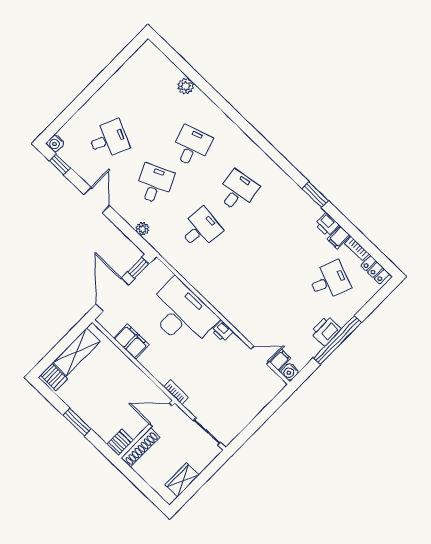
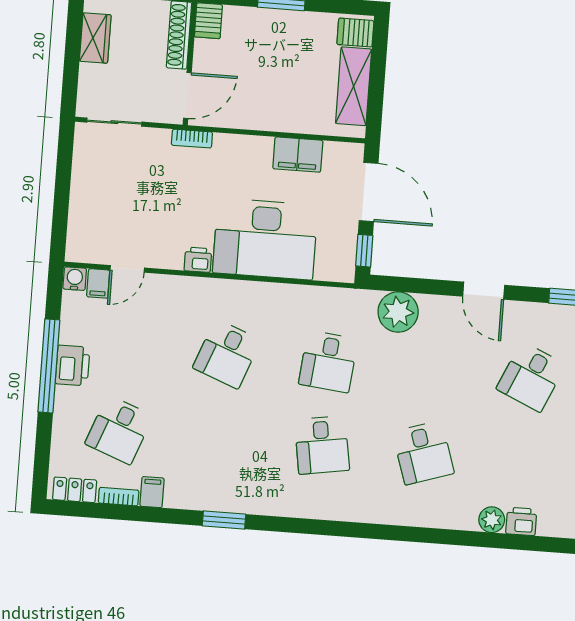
desk: (155, 184) -> (227, 354), moved, turned 45
printer: (327, 224) -> (521, 521), moved
plant: (143, 229) -> (398, 312), width x1.87, depth x1.87

